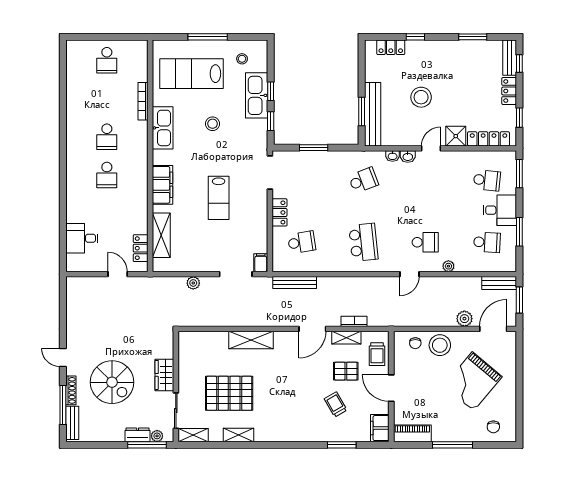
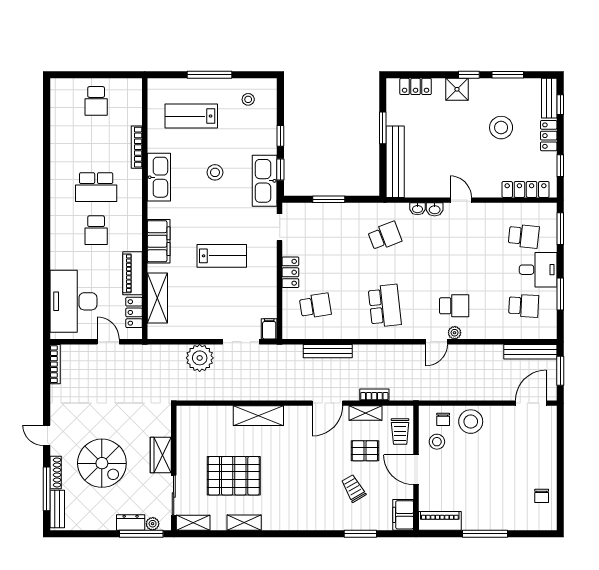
window: (415, 37) -> (469, 75), moved
lab bench: (191, 74) -> (191, 116), width x0.73, depth x0.72
kitchen sink: (257, 95) -> (265, 181), moved
stool: (421, 97) -> (501, 128), moved
window: (362, 112) -> (383, 128), moved
shower: (456, 136) -> (457, 89), moved
school desk: (107, 137) -> (96, 187), width x1.85
door: (431, 148) -> (461, 200), hinge flipped
doorway: (270, 173) -> (280, 227), width x0.73
lab bench: (219, 198) -> (222, 256), turned -90
piano: (139, 213) -> (132, 273), added
desk: (82, 238) -> (73, 301), width x1.87, depth x1.30
plant: (448, 266) -> (455, 333), moved
plant: (193, 283) -> (200, 358), width x1.87, depth x1.87
bench: (295, 283) -> (328, 351), moved
bench: (499, 283) -> (530, 352), width x1.36
bookcase: (70, 294) -> (55, 364), added
plant: (464, 319) -> (498, 392), removed
stool: (410, 363) -> (437, 442), added
grand piano: (473, 381) -> (508, 462), removed
chair: (493, 427) -> (542, 496), moved

